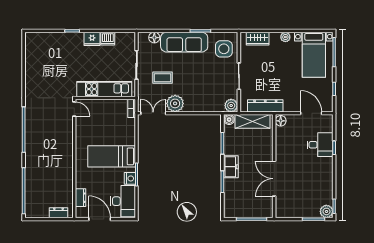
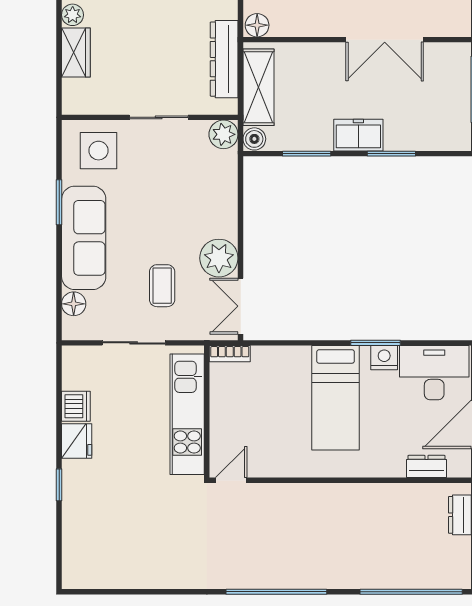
wardrobe: (258, 39) -> (76, 52), moved

